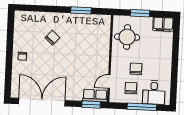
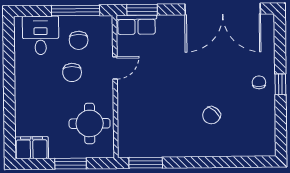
window: (81, 10) -> (146, 163), moved
window: (9, 54) -> (280, 84), added
door: (109, 81) -> (115, 68), moved
window: (142, 107) -> (76, 11), moved

